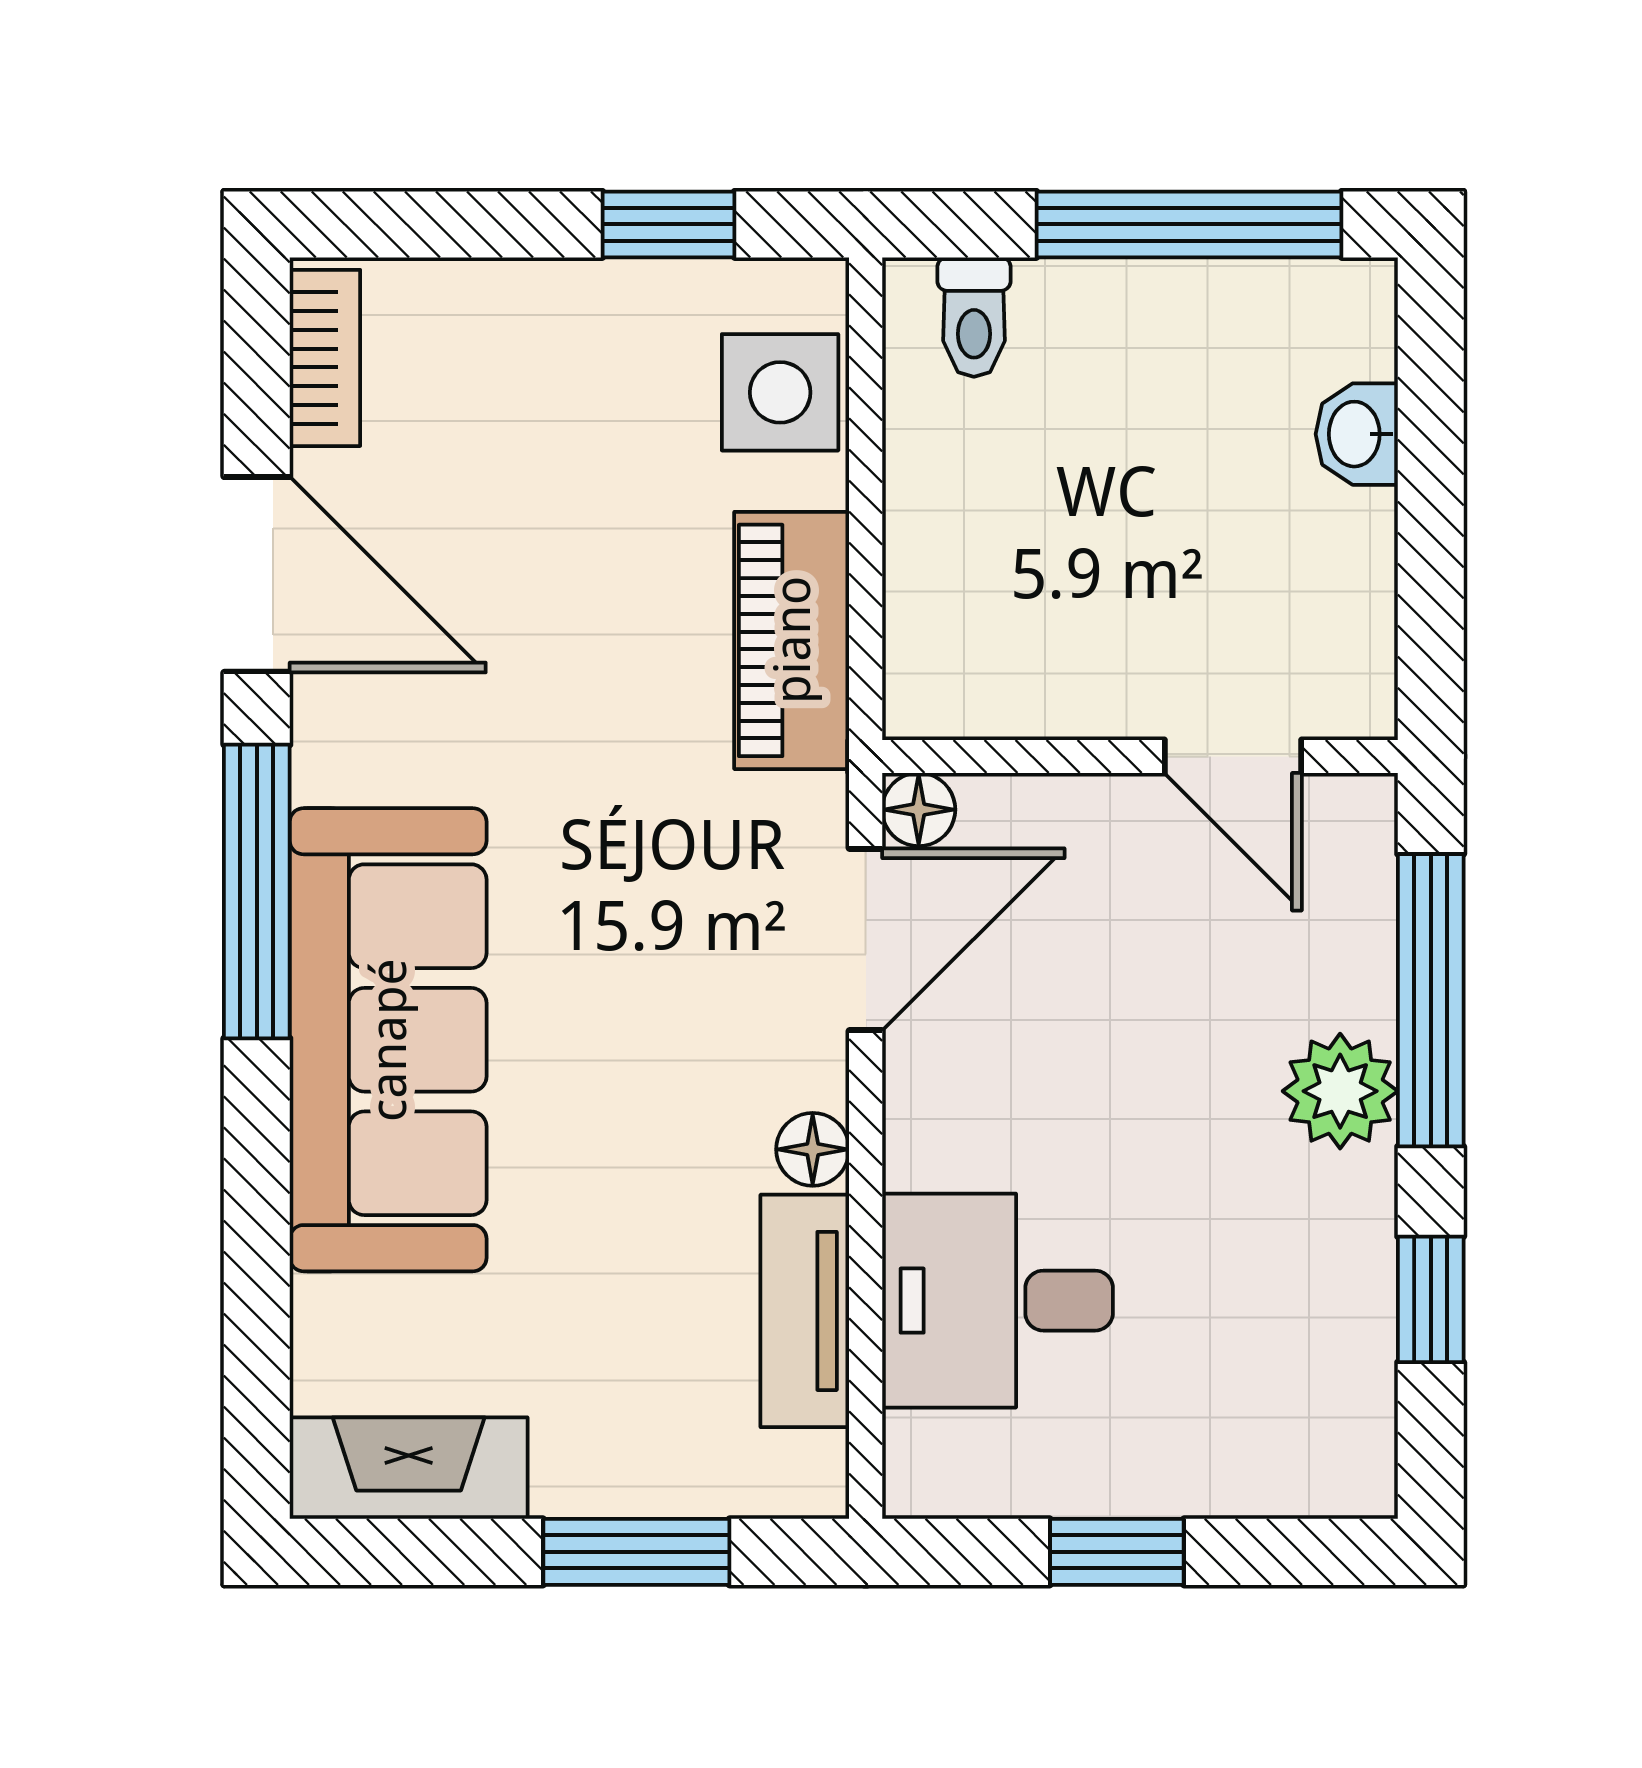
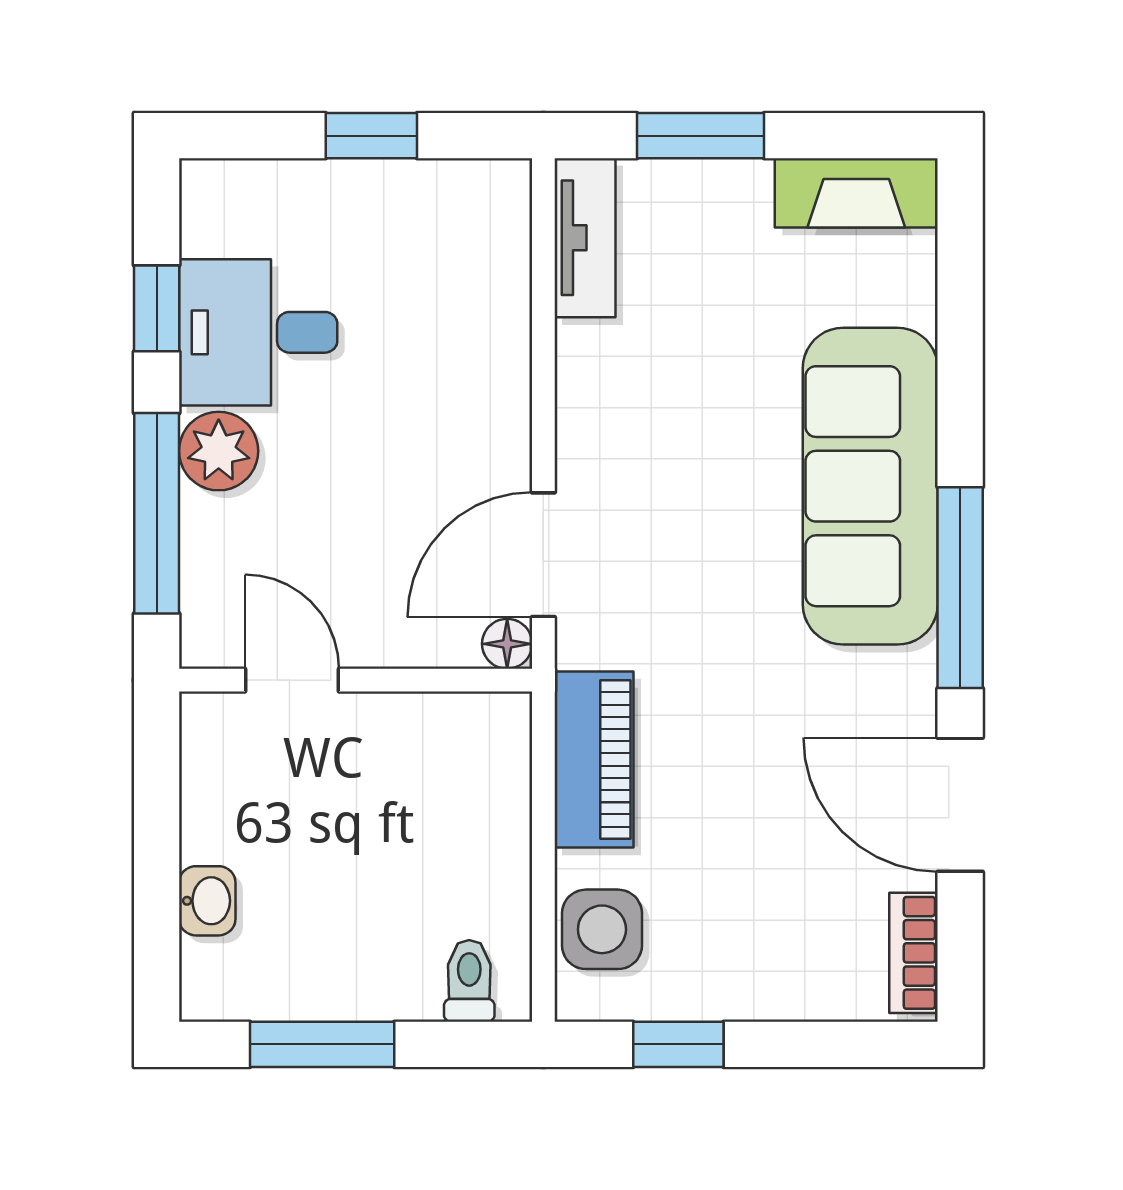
window: (1189, 224) -> (322, 1044), width x0.69
floor lamp: (813, 1149) -> (580, 411), removed
desk: (998, 1301) -> (258, 332), moved, turned 180
tv unit: (805, 1311) -> (585, 238), moved

